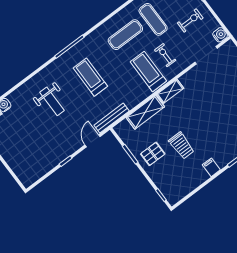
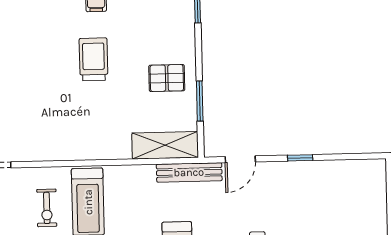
shelving: (170, 91) -> (77, 150), removed
shelving: (145, 112) -> (165, 145), moved
trolley: (181, 146) -> (93, 59), moved

